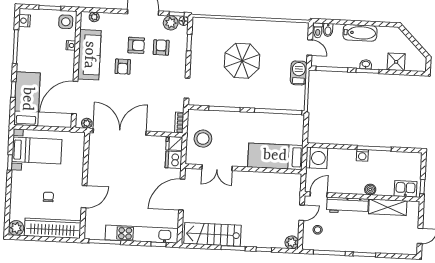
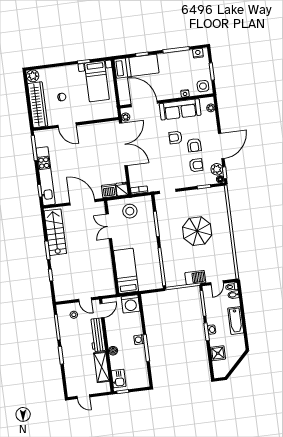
door: (319, 194) -> (102, 311), hinge flipped
plant: (292, 242) -> (60, 296), removed

